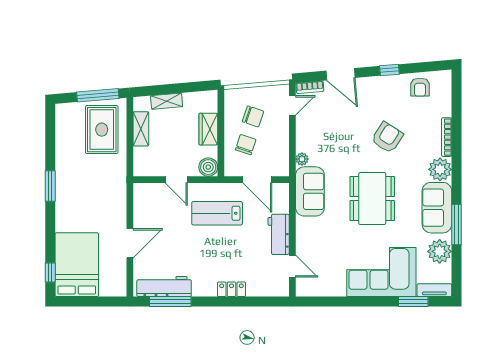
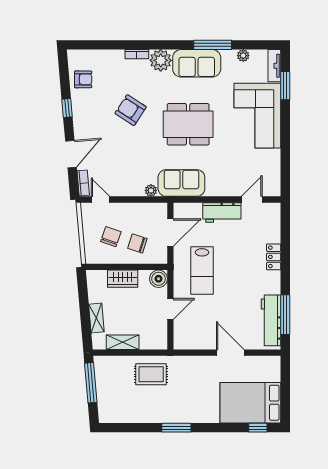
rug: (102, 130) -> (151, 374), moved, width x0.73, depth x0.70
bookcase: (447, 137) -> (137, 54), width x0.64
plant: (440, 251) -> (243, 56), width x0.53, depth x0.53

